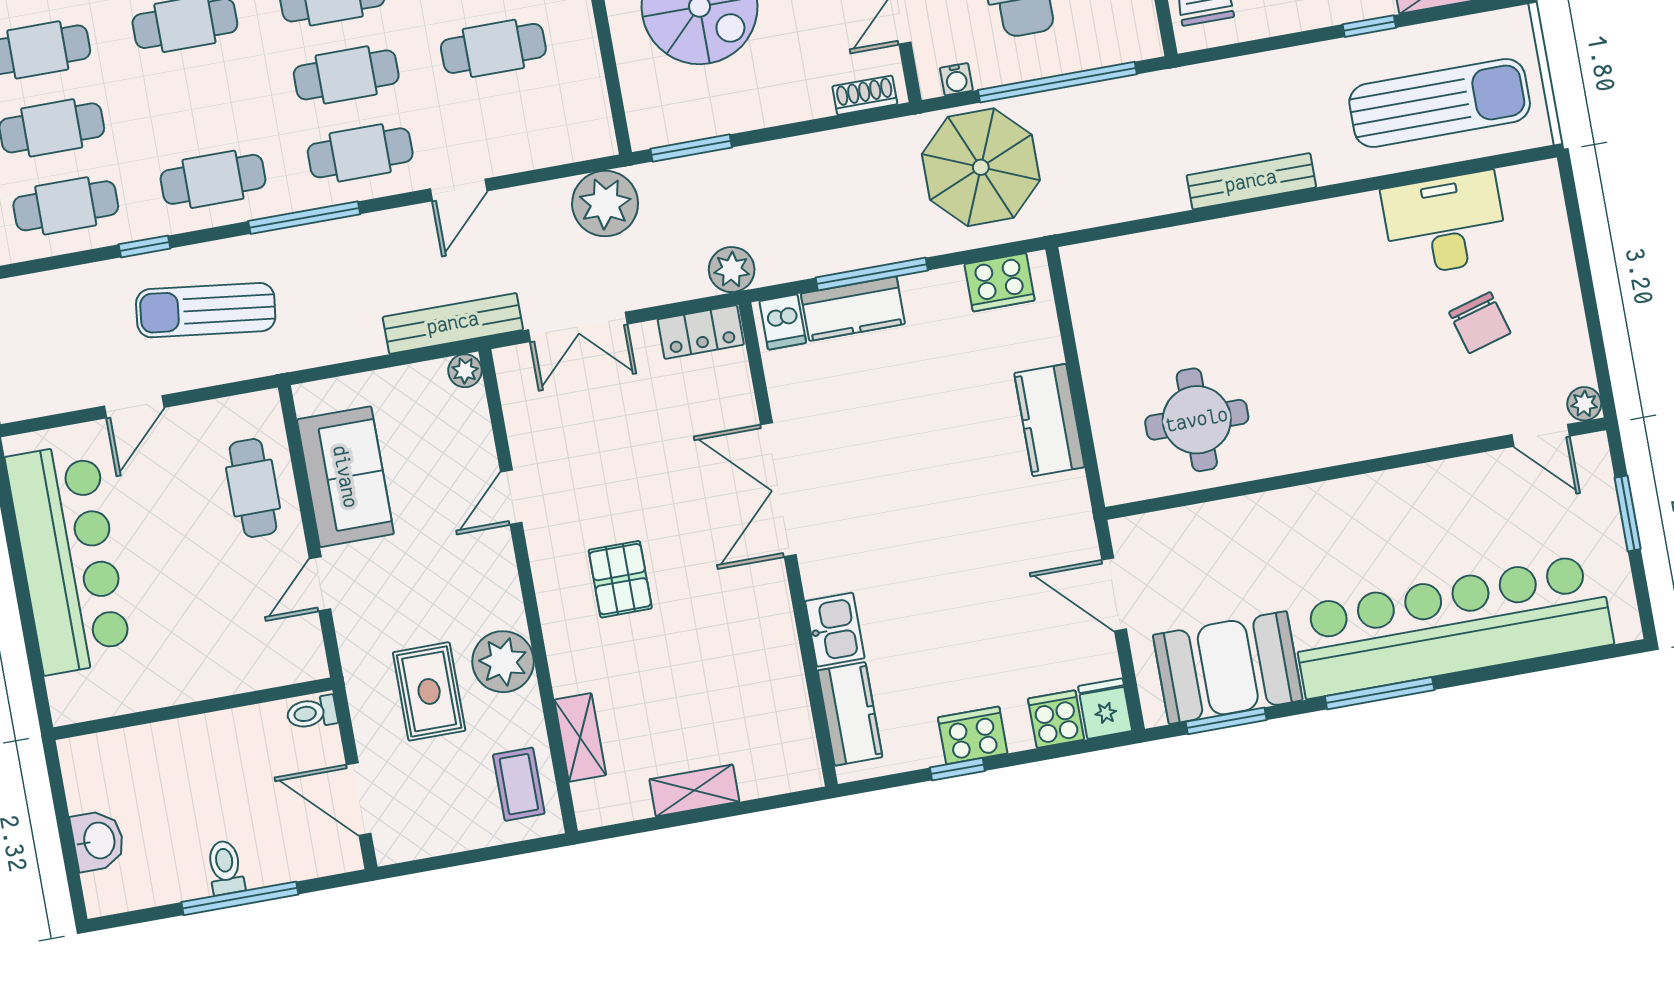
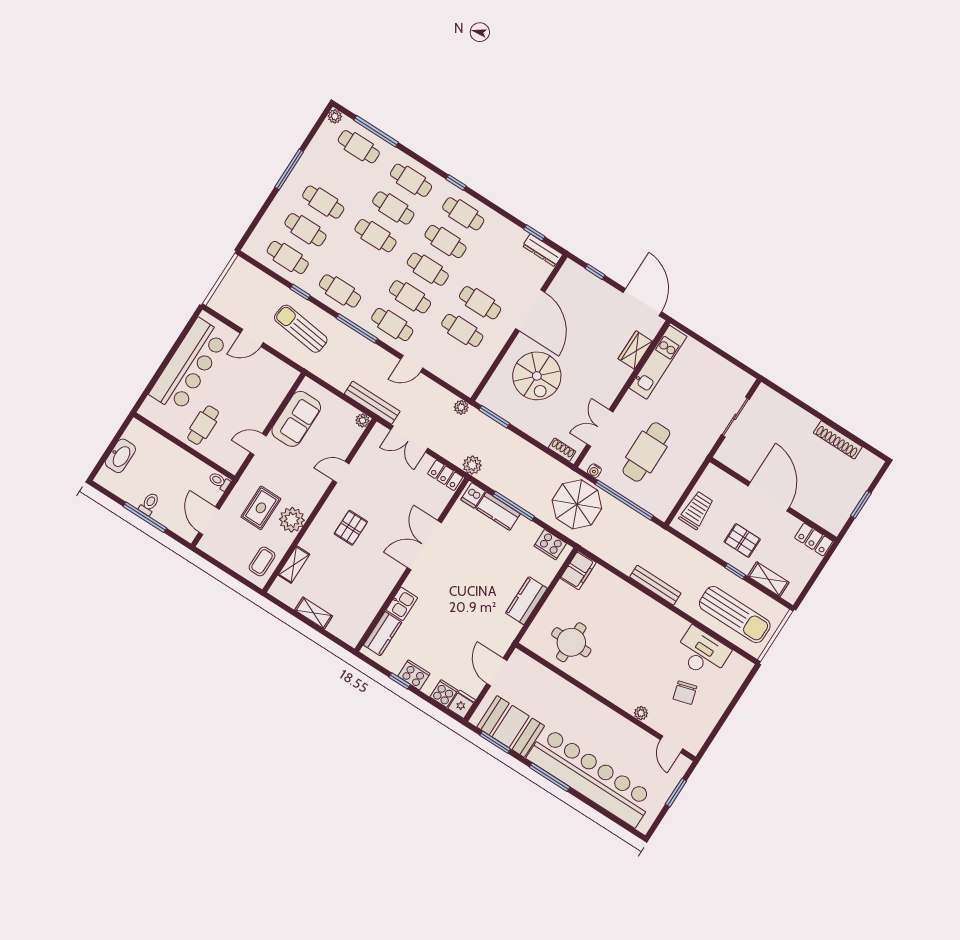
plant: (605, 204) -> (461, 407), width x0.53, depth x0.53
filing cabinet: (1091, 281) -> (578, 570), added
plant: (1584, 404) -> (641, 713), moved
cafe table: (253, 488) -> (203, 425), moved
washbasin: (98, 841) -> (120, 456), width x1.38

